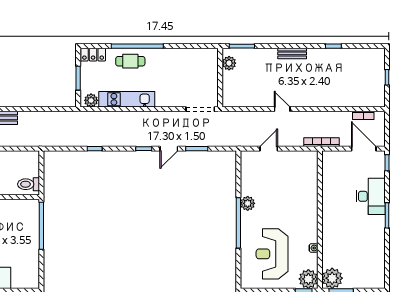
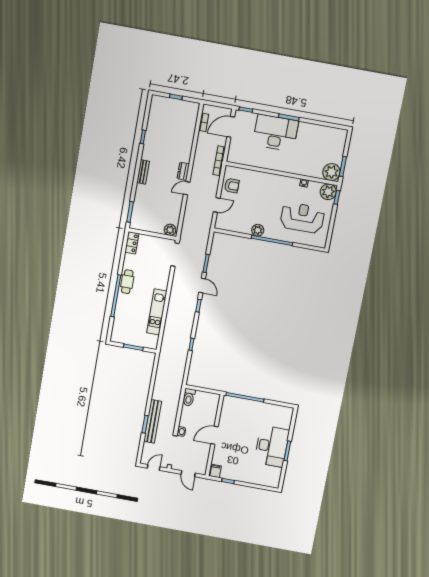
locker: (93, 55) -> (132, 243), moved
cafe table: (130, 61) -> (127, 282), moved
plant: (229, 63) -> (170, 230), moved
plant: (91, 100) -> (153, 340), removed
dresser: (301, 101) -> (183, 171), added
door: (269, 149) -> (217, 205), swing flipped
armchair: (295, 163) -> (232, 186), added
toilet: (29, 184) -> (189, 397), moved
desk: (371, 196) -> (276, 133), width x1.36, depth x1.30
reception desk: (272, 254) -> (302, 218), turned 180

